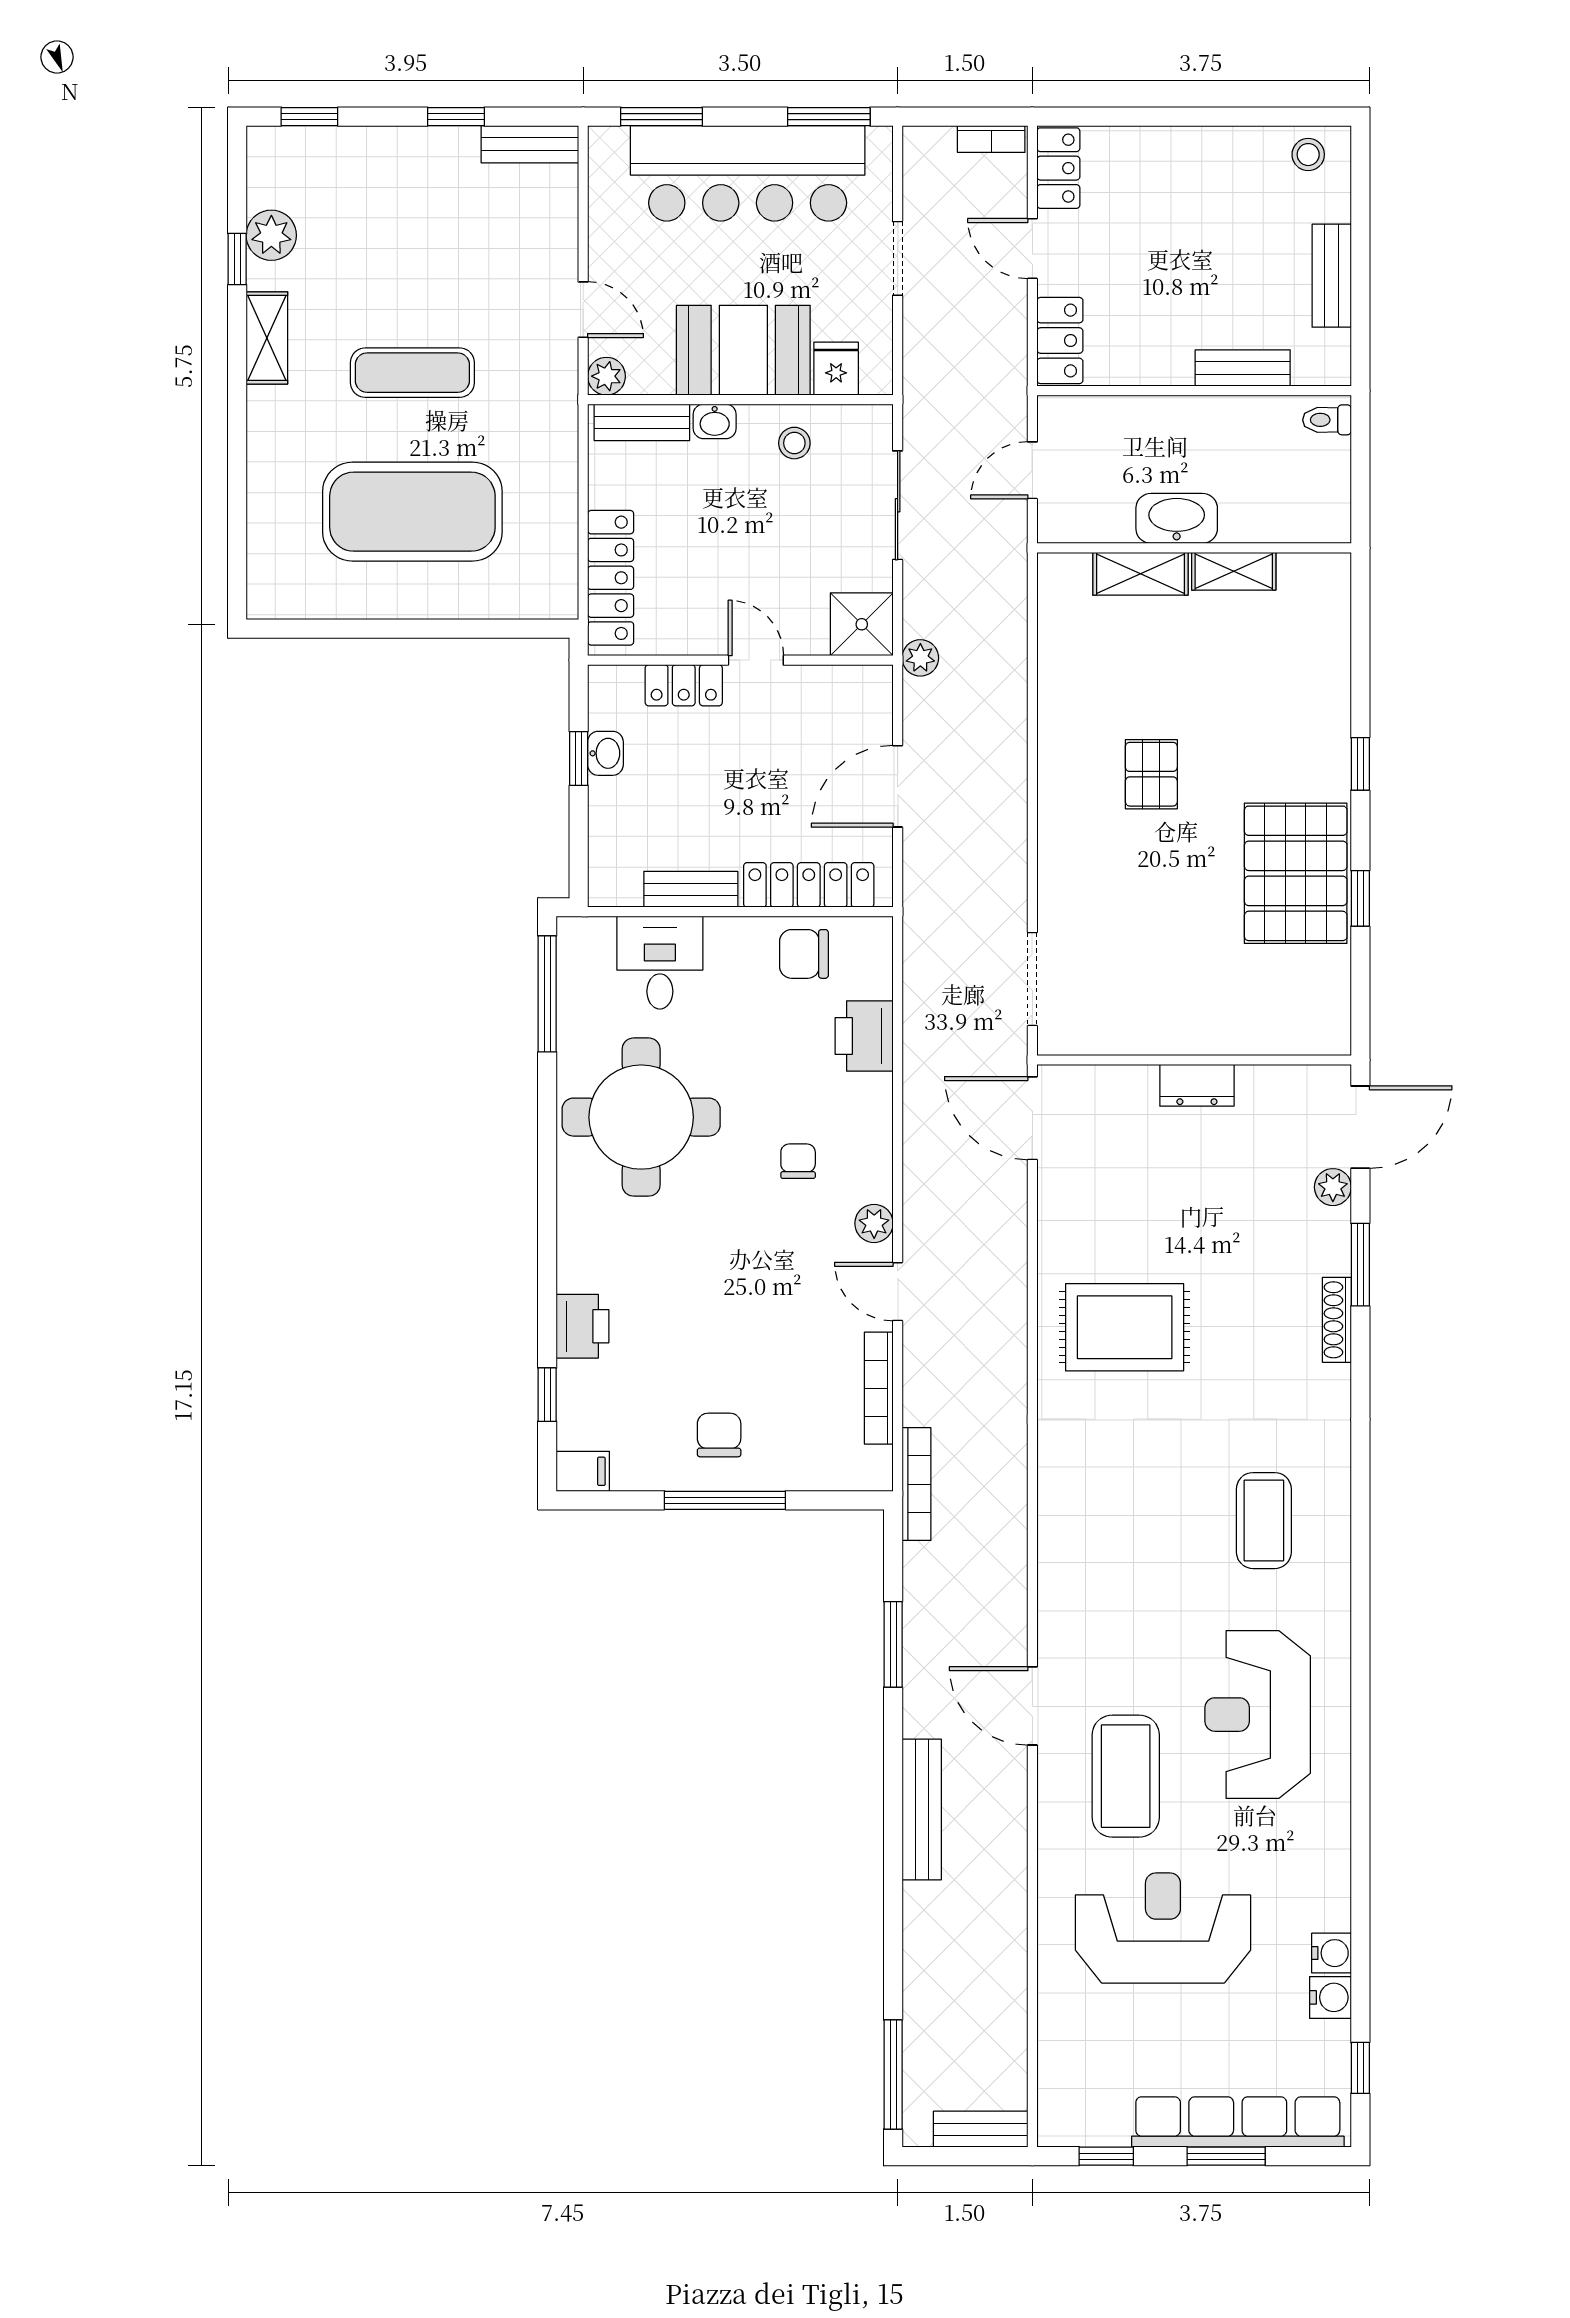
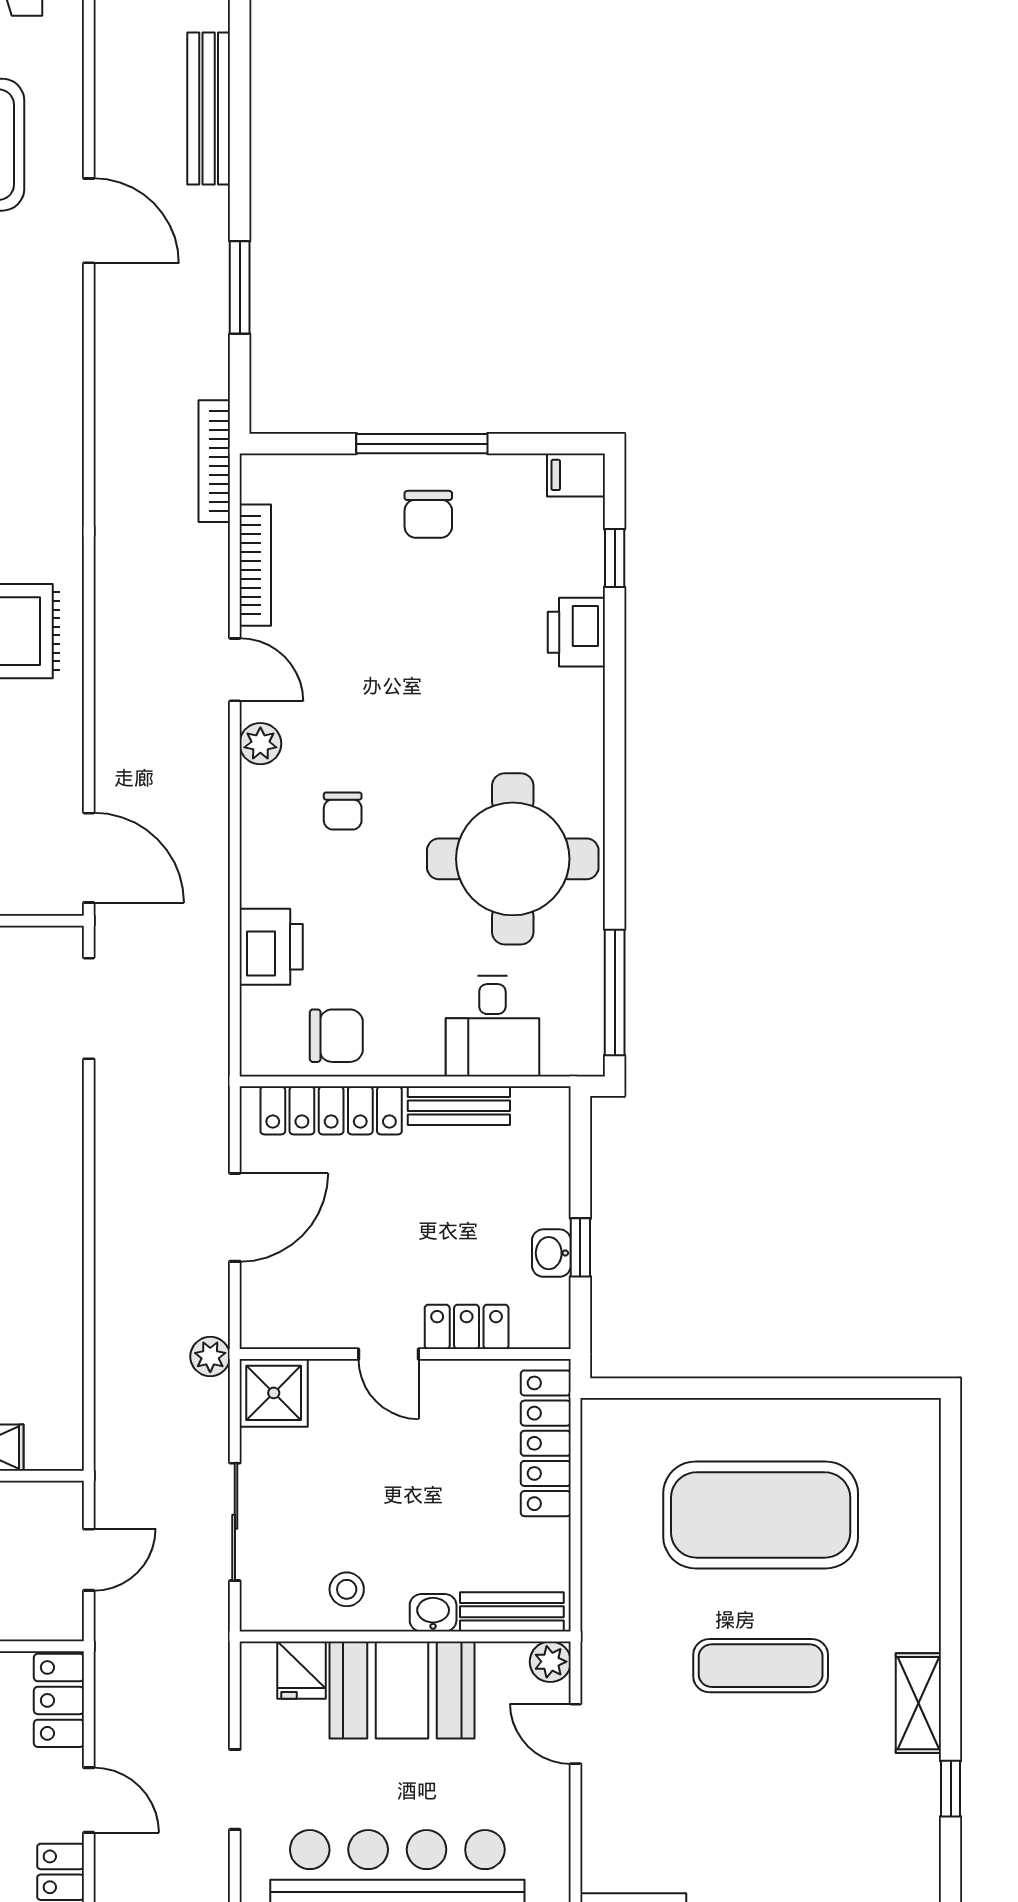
plant: (271, 235) -> (914, 1814), removed

